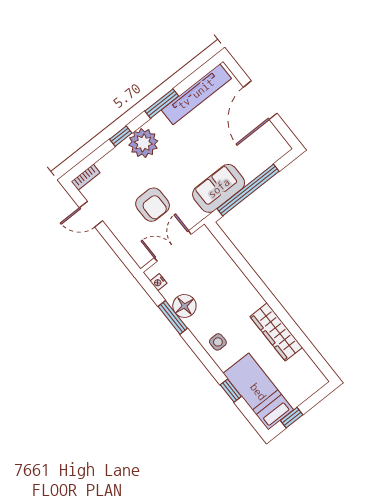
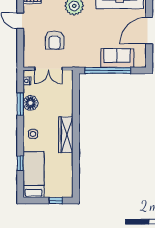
sofa: (219, 188) -> (117, 58), moved
double door: (173, 246) -> (48, 69), swing flipped
wardrobe: (276, 332) -> (66, 135), moved
window: (292, 418) -> (56, 201), moved

